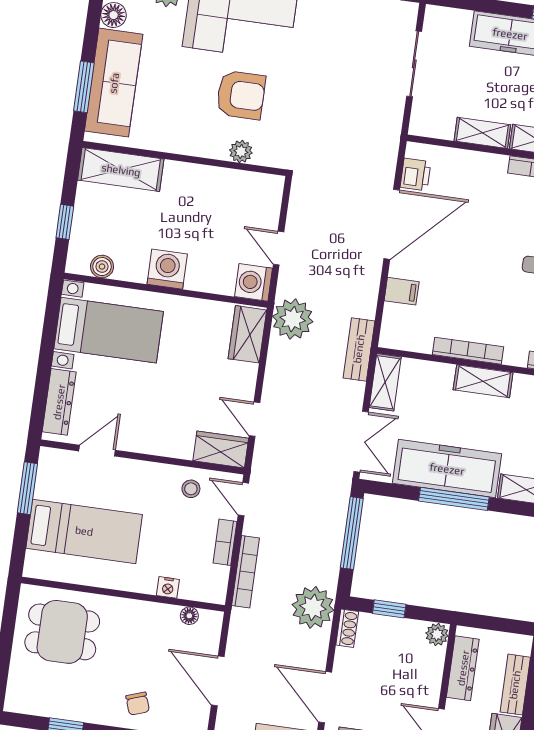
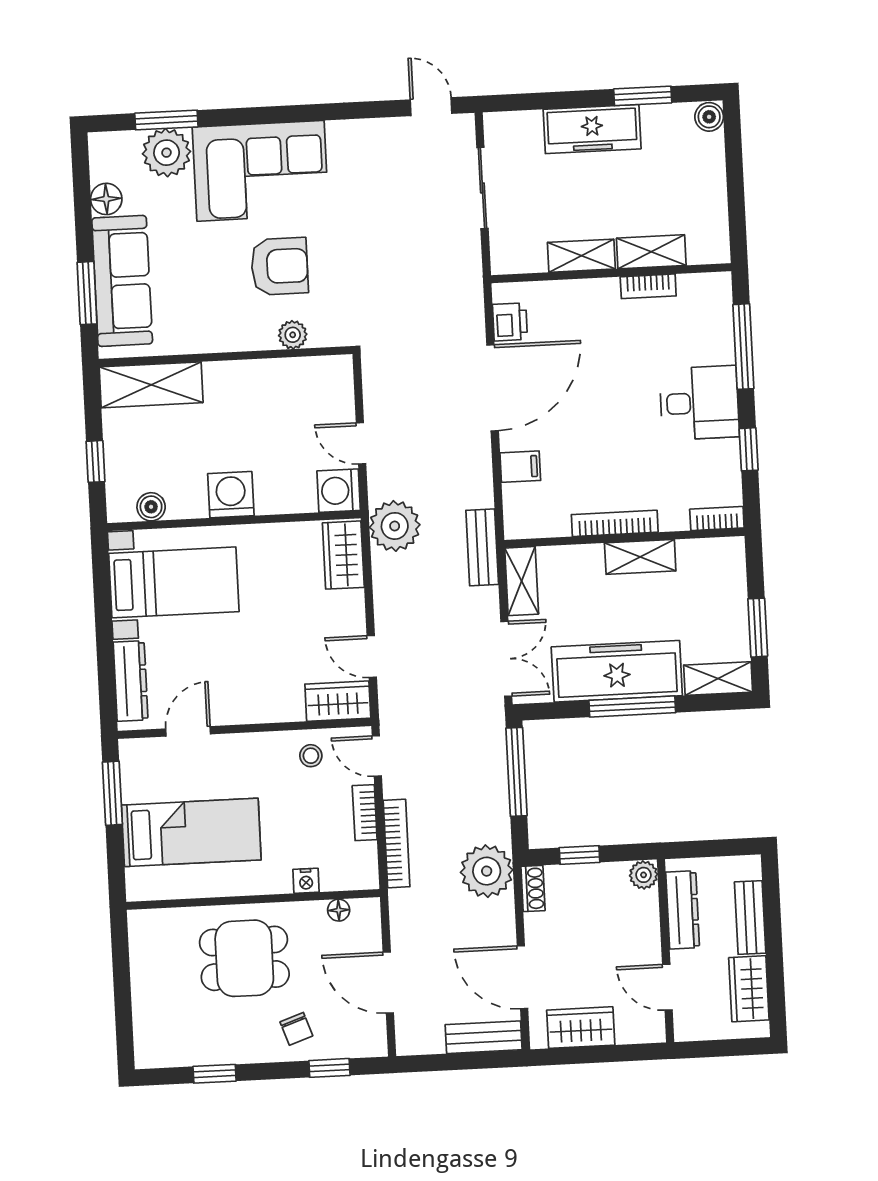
dining table: (62, 632) -> (244, 958), moved

